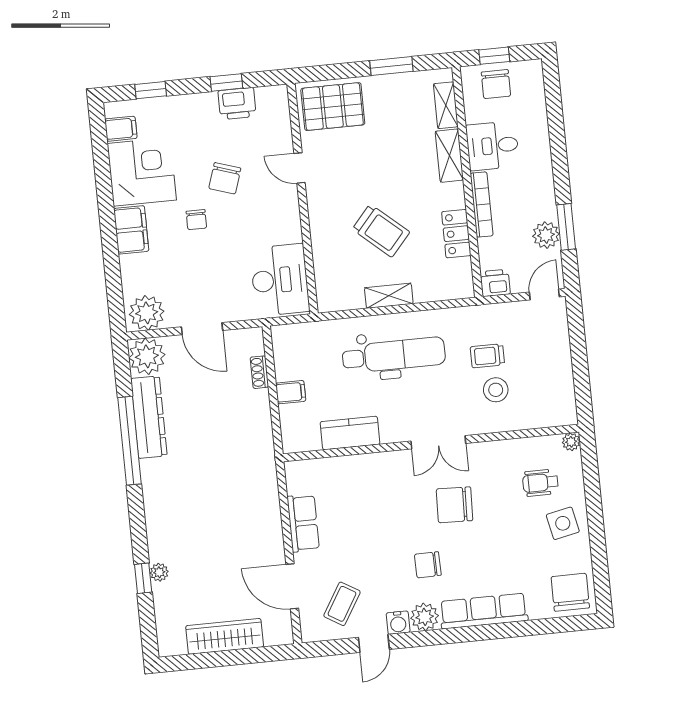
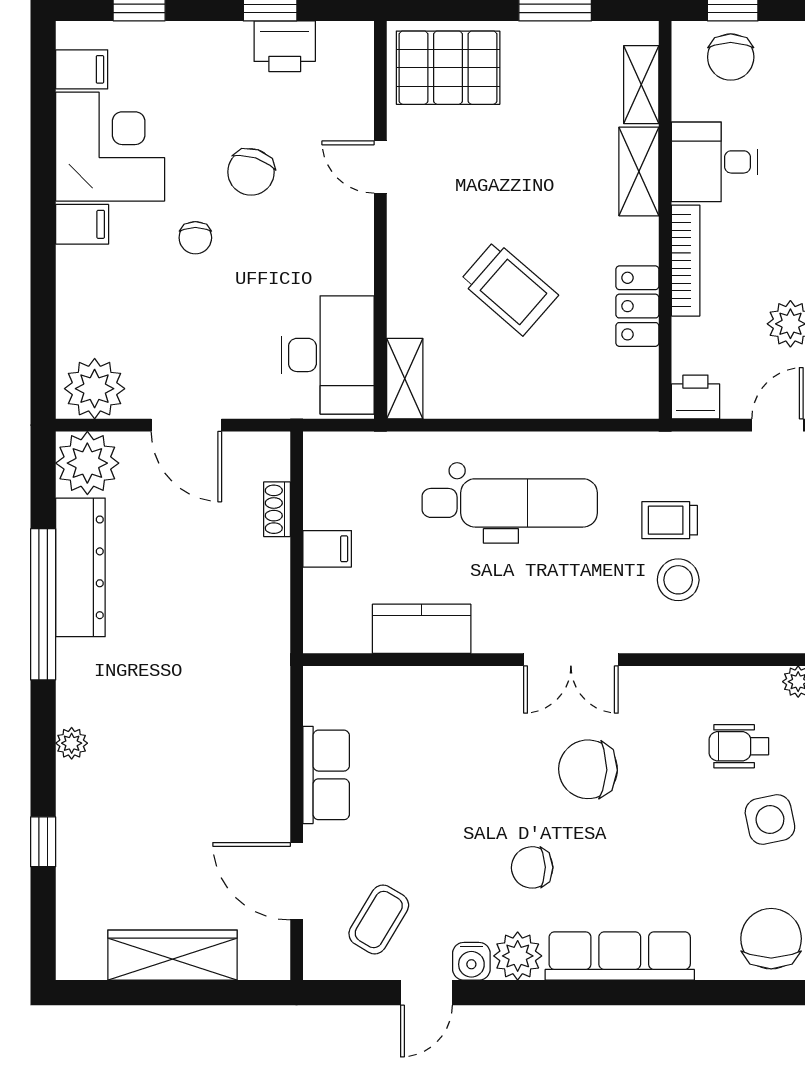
filing cabinet: (131, 230) -> (82, 224), width x0.50
shelving: (389, 296) -> (405, 379), moved, turned 90
plant: (159, 572) -> (72, 743), moved

